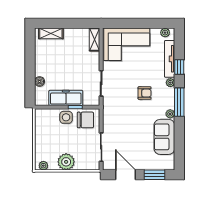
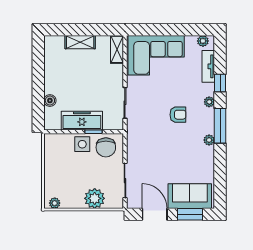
shelving: (51, 33) -> (80, 42), moved
tv unit: (170, 59) -> (208, 66), width x0.71
chair: (85, 120) -> (106, 147), turned 90
sofa: (164, 137) -> (190, 196), moved, turned 90
plant: (66, 162) -> (95, 198), moved

